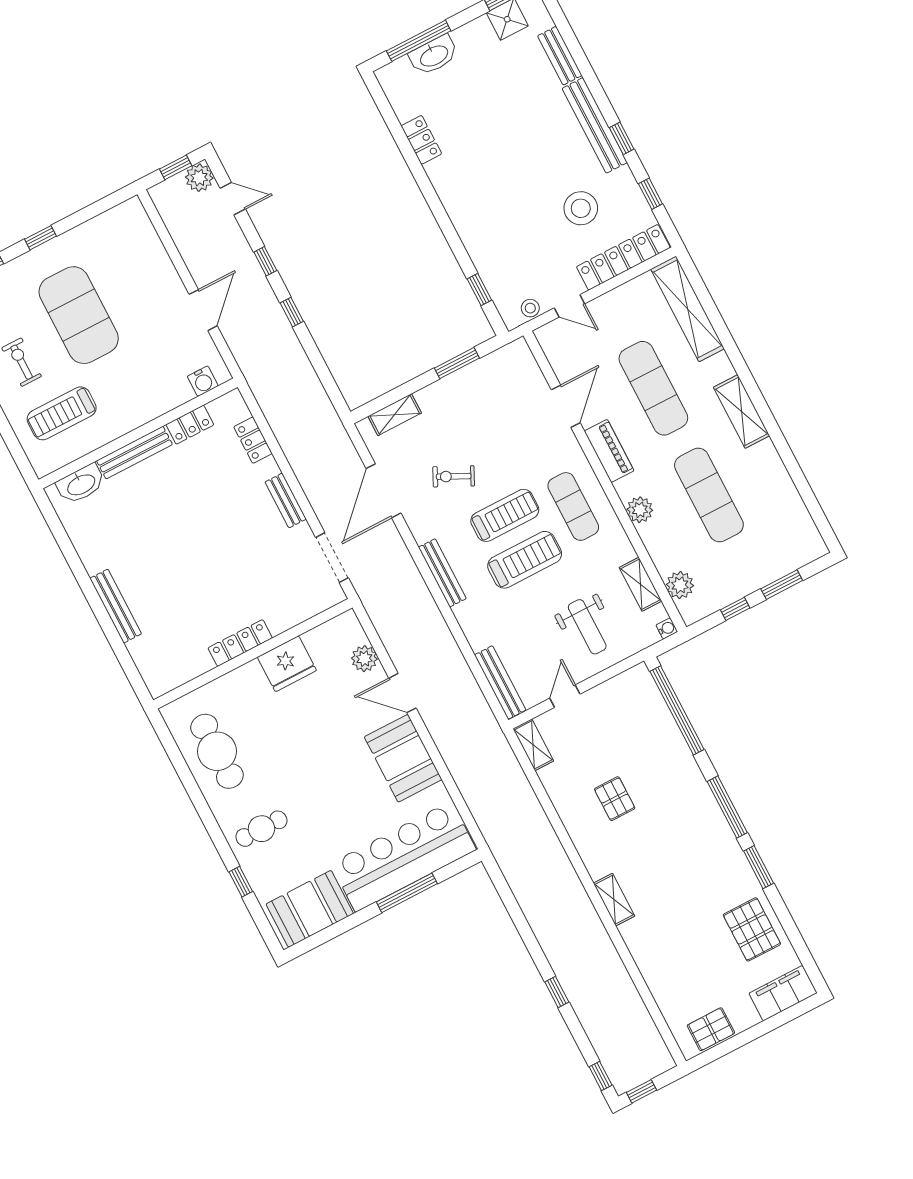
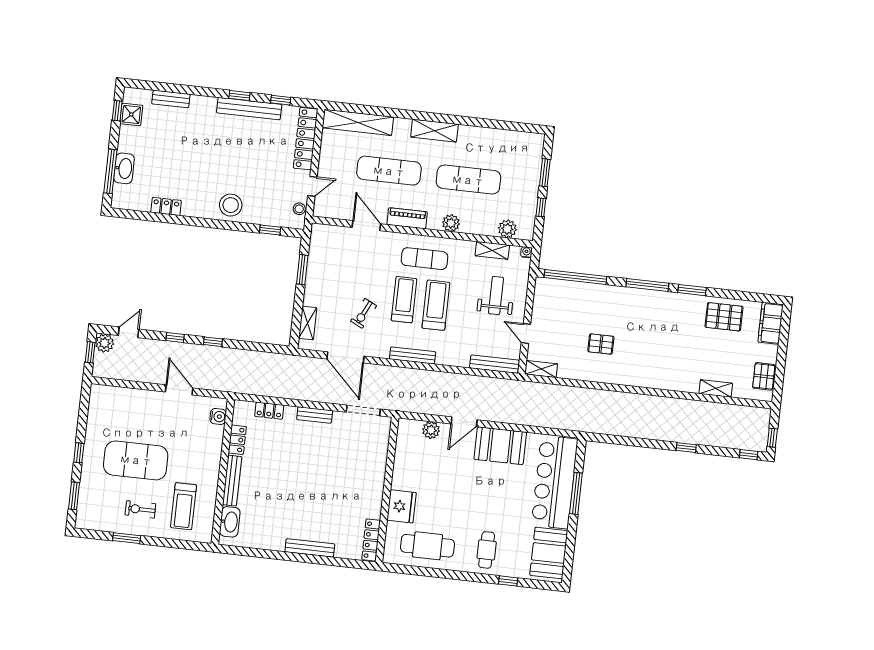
bench: (595, 125) -> (249, 109), moved
stool: (581, 208) -> (231, 205), moved
weight bench: (587, 627) -> (496, 295), turned -90
locker: (240, 643) -> (371, 540), moved
fridge: (287, 664) -> (402, 506), moved
shelving: (614, 900) -> (716, 388), moved

